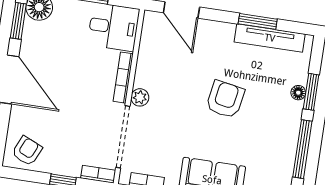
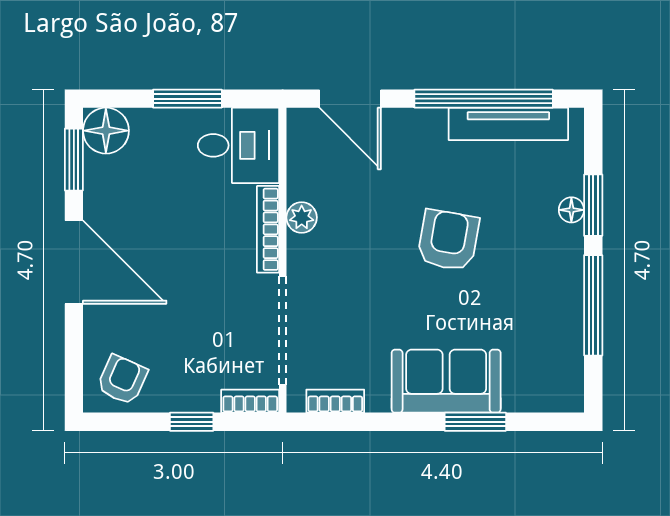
window: (258, 21) -> (484, 99), width x2.11
plant: (140, 97) -> (302, 217), moved

